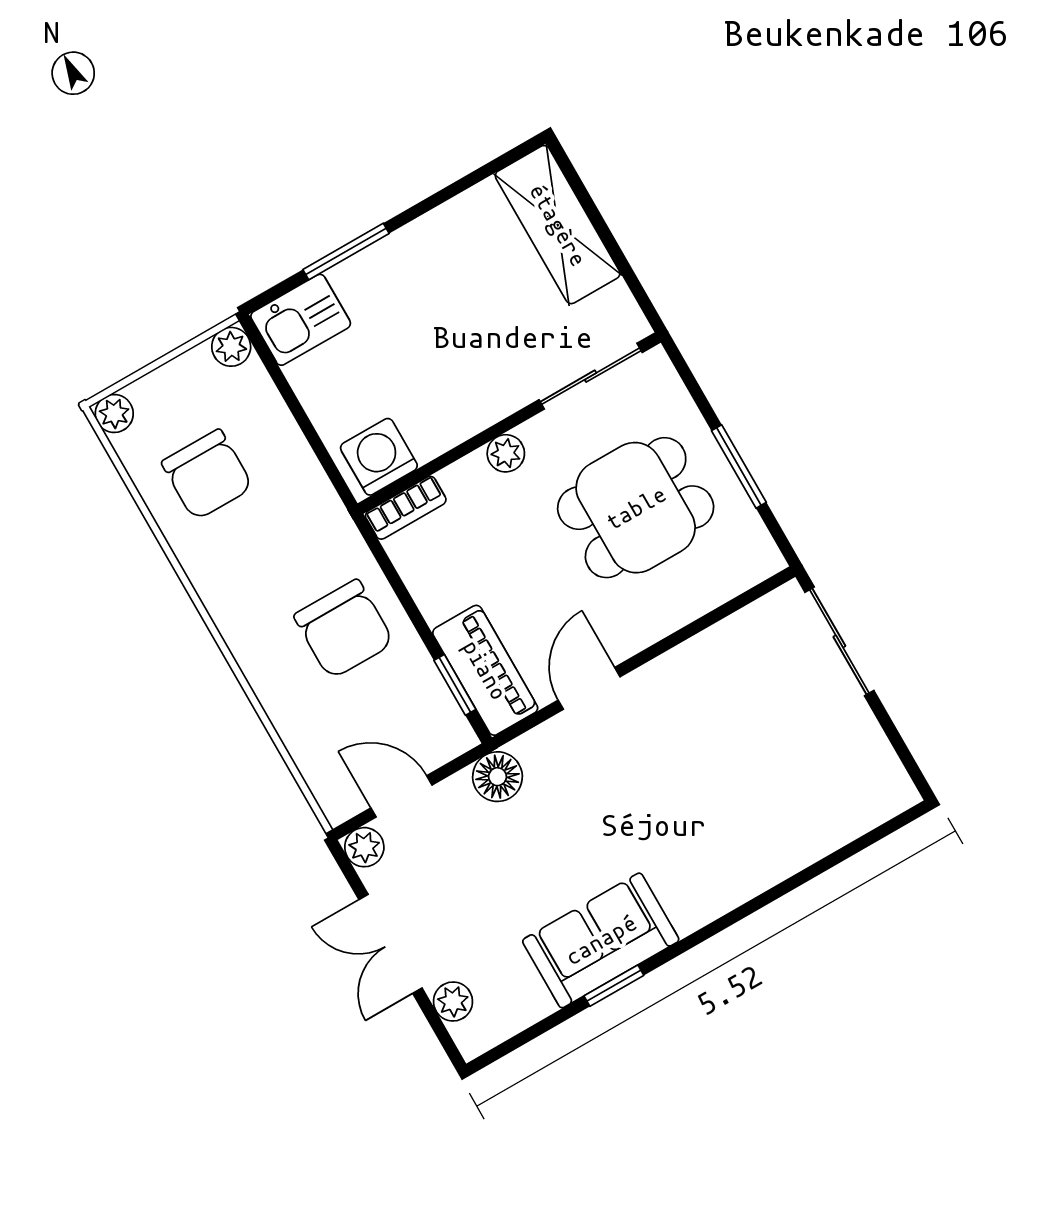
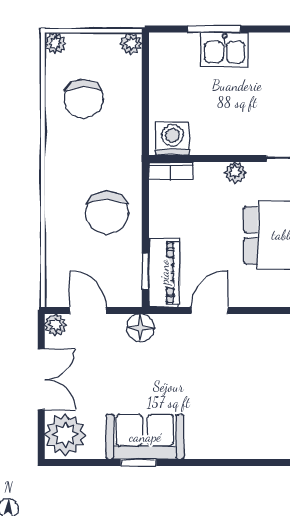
kitchen sink: (301, 320) -> (225, 50), moved
double door: (390, 944) -> (41, 379), swing flipped
plant: (453, 1001) -> (65, 435), width x1.87, depth x1.87

